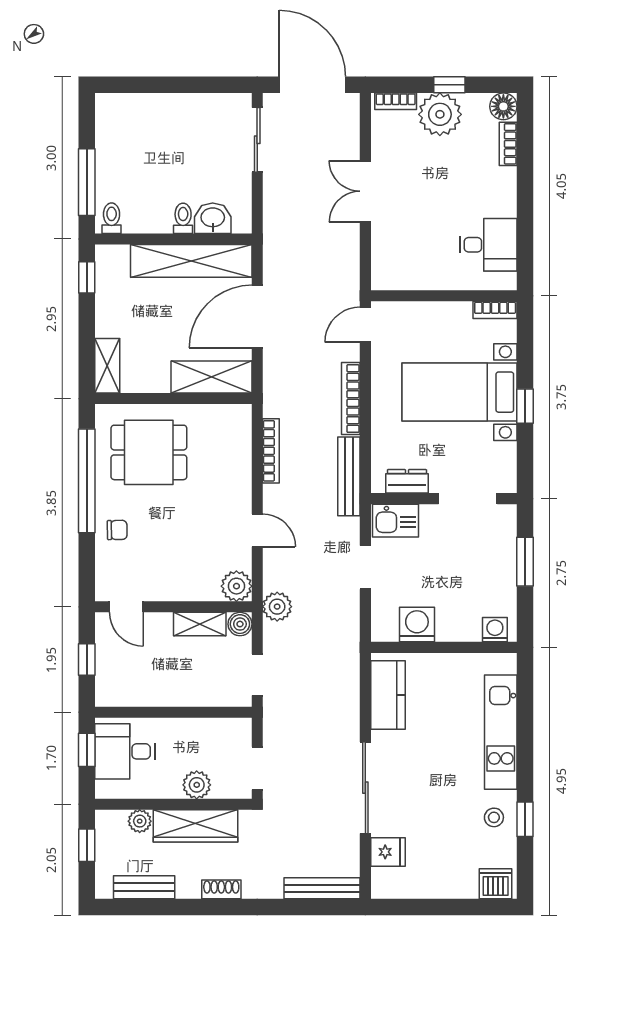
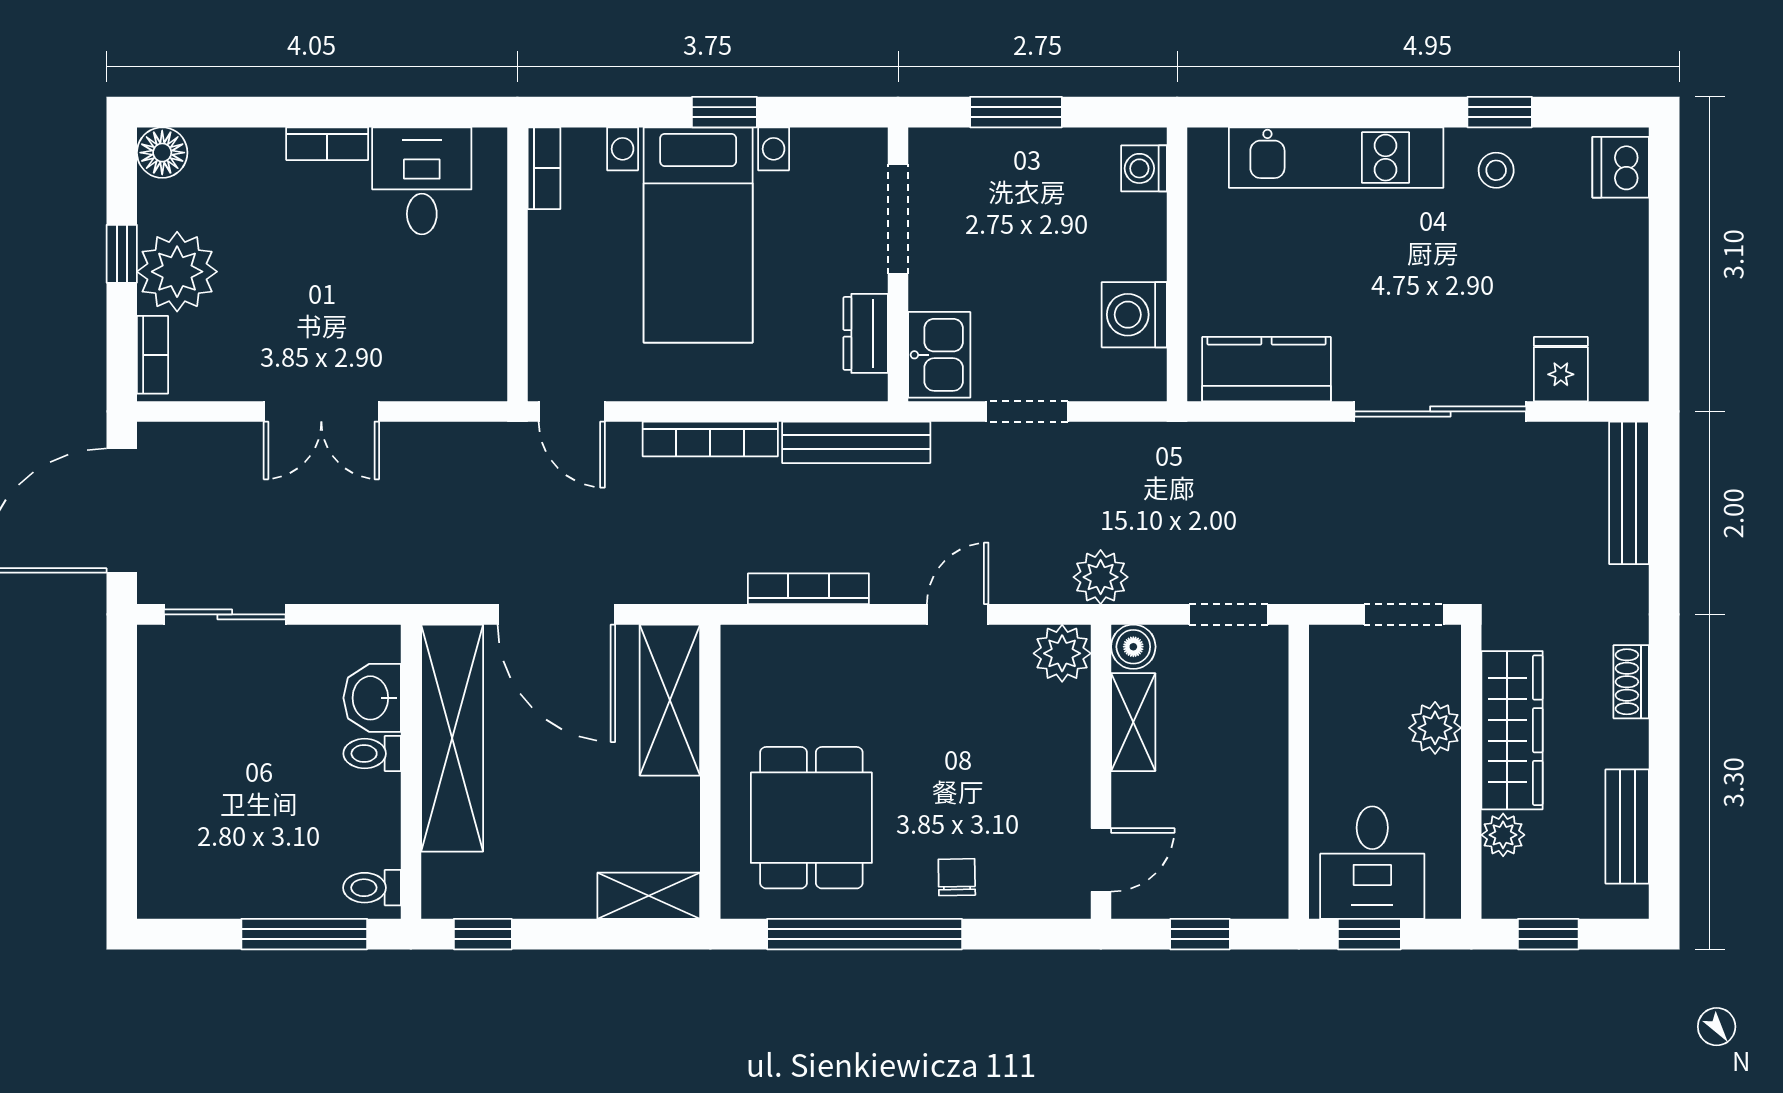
bookcase: (508, 144) -> (327, 144), moved

